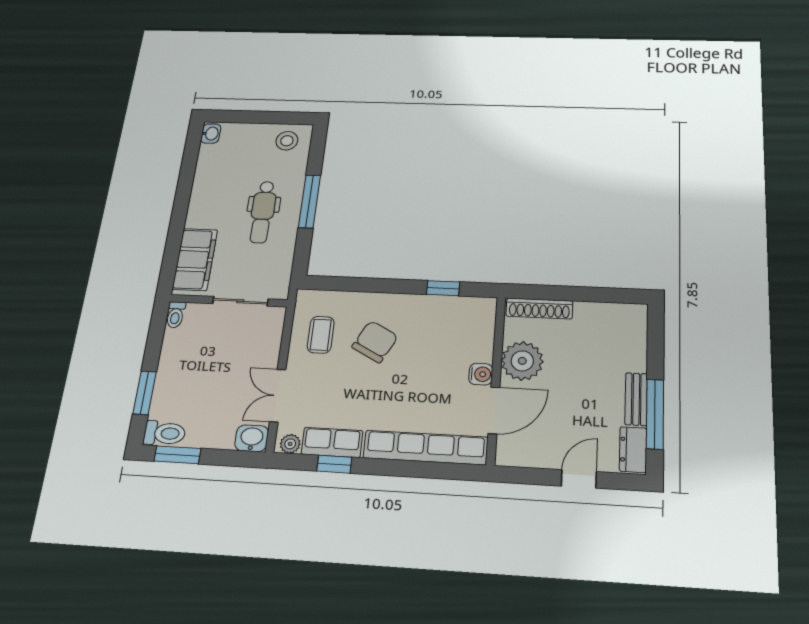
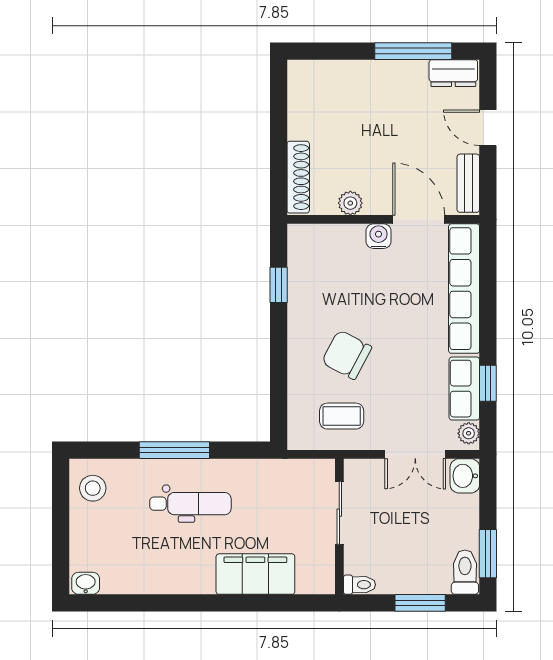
wall: (228, 301) -> (339, 527), moved
sliding door: (240, 301) -> (339, 513), moved
toilet: (175, 315) -> (360, 585), moved
plant: (522, 361) -> (350, 203), width x0.53, depth x0.53
bench: (636, 399) -> (468, 183), moved, turned 90

